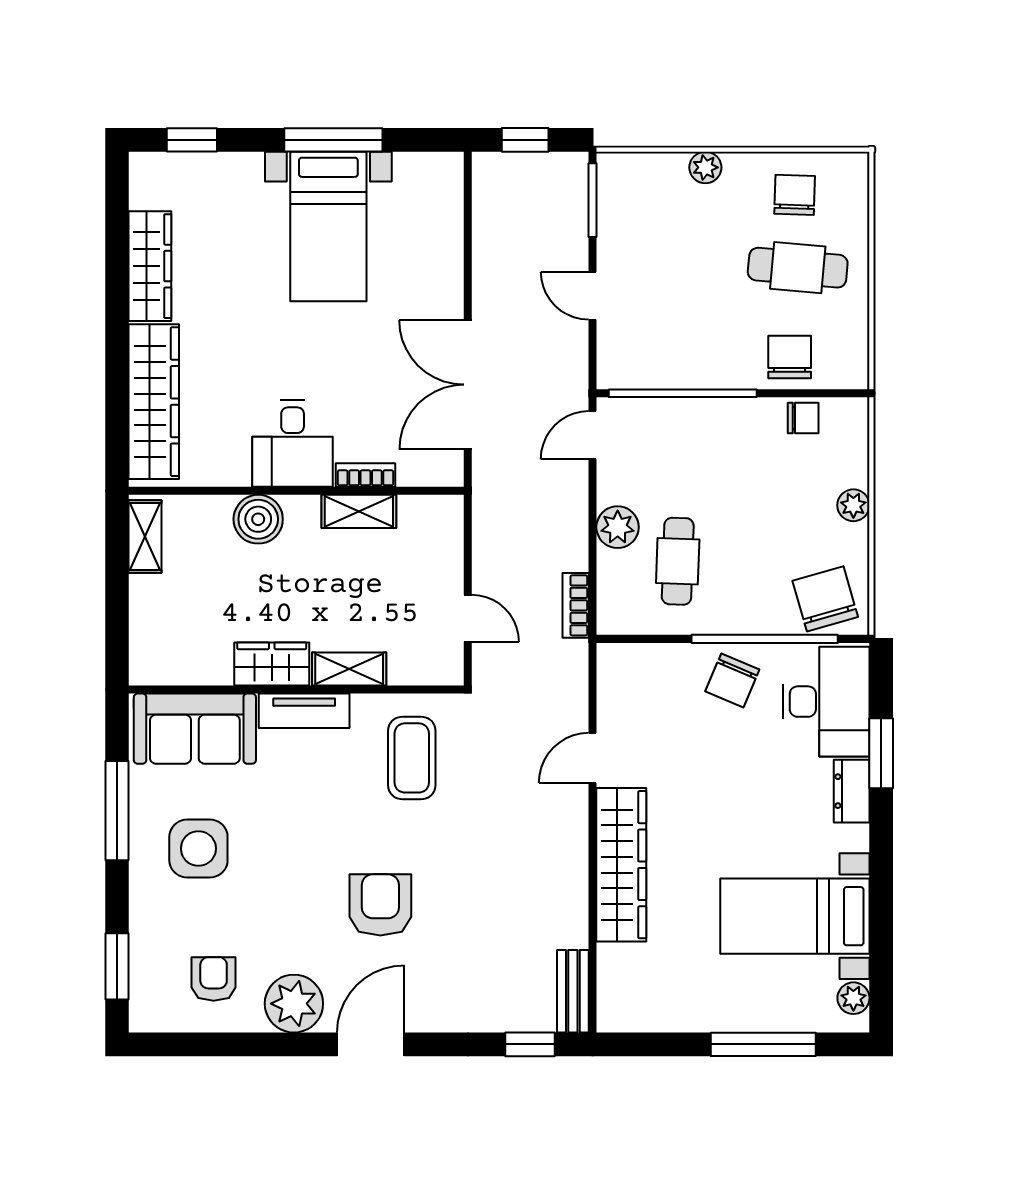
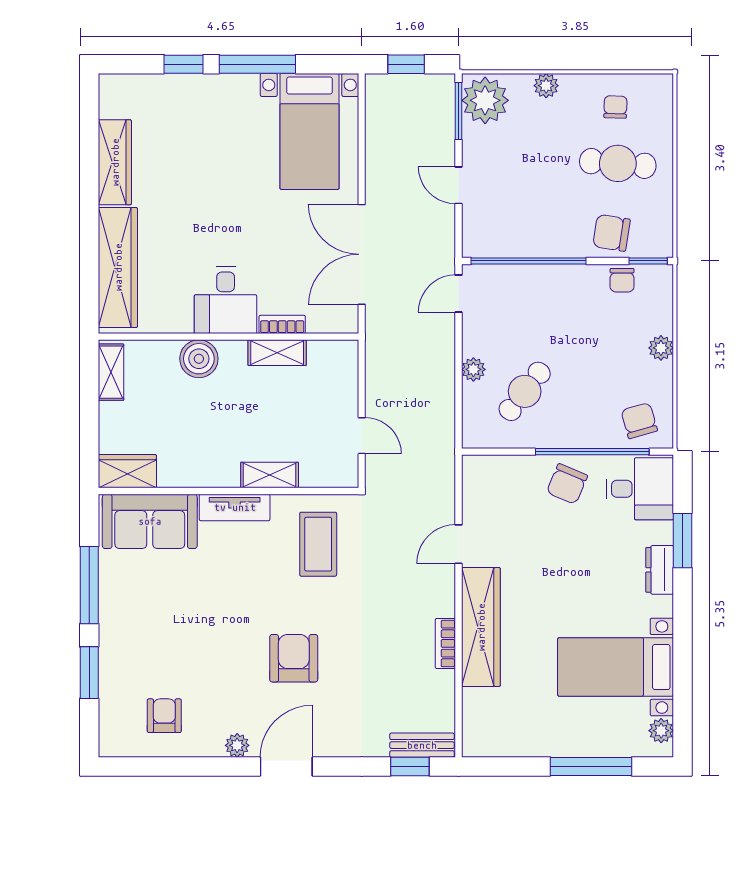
window: (192, 140) -> (184, 64), moved
plant: (627, 186) -> (485, 100), added
chair: (795, 195) -> (615, 107), width x0.73, depth x0.73
bed with nightstands: (328, 226) -> (310, 131), moved
chair: (790, 357) -> (611, 233), turned -81
window: (837, 393) -> (648, 261), added
chair: (803, 418) -> (622, 280), turned 90
plant: (618, 527) -> (473, 369), width x0.73, depth x0.73
cafe table: (678, 561) -> (525, 391), turned 36
chair: (825, 599) -> (639, 421), width x0.73, depth x0.73
bookcase: (576, 605) -> (445, 643), moved
wardrobe: (272, 664) -> (127, 471), moved
desk: (826, 702) -> (640, 489), width x0.73
side table: (198, 849) -> (153, 614), removed
window: (117, 966) -> (89, 673), moved
bench: (573, 991) -> (422, 745), moved, turned 90
plant: (294, 1004) -> (237, 745), width x0.53, depth x0.53

